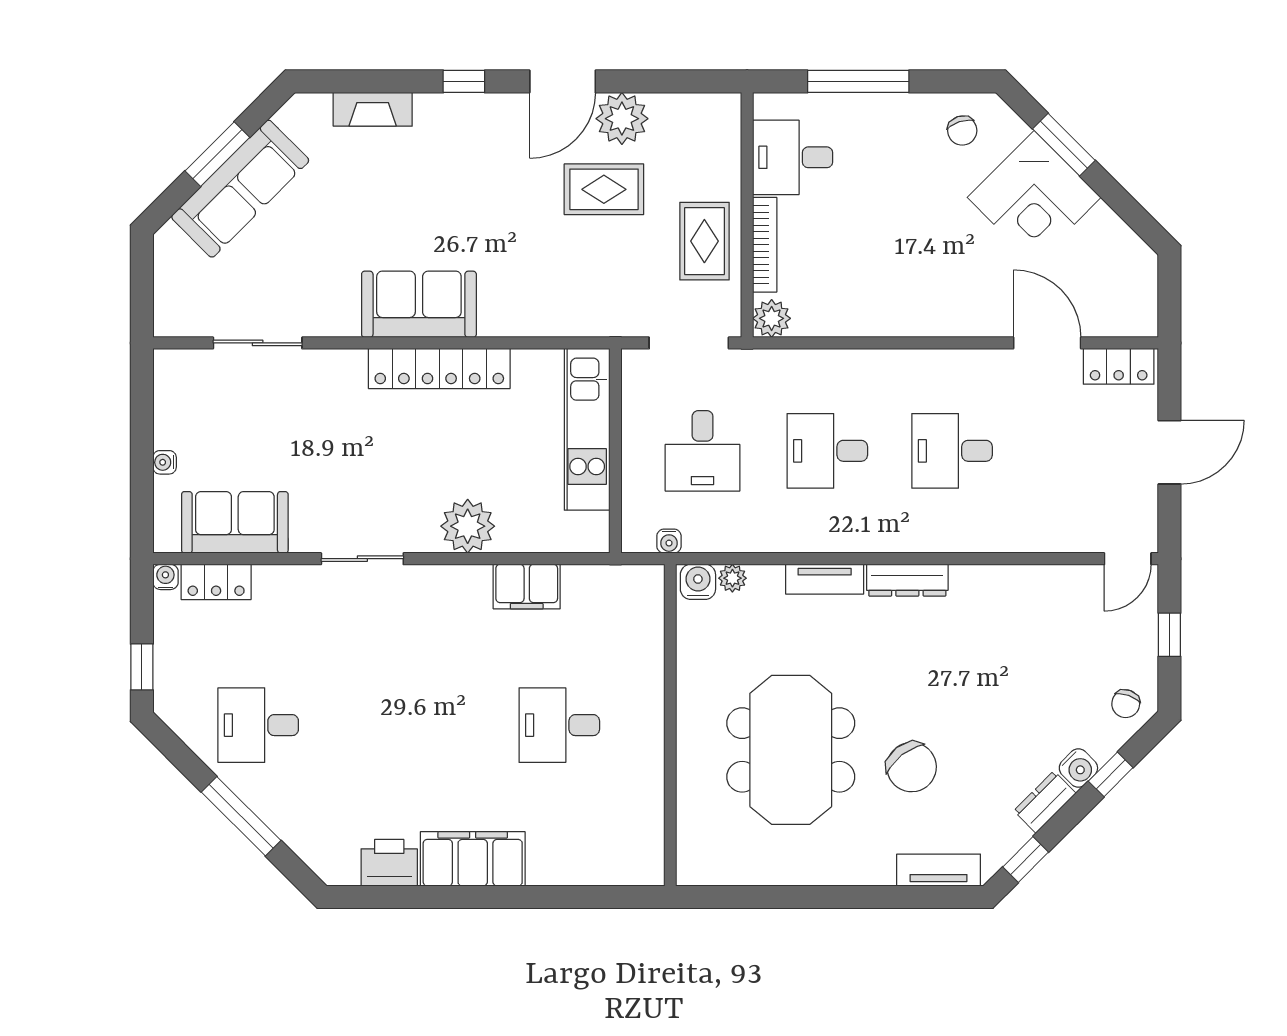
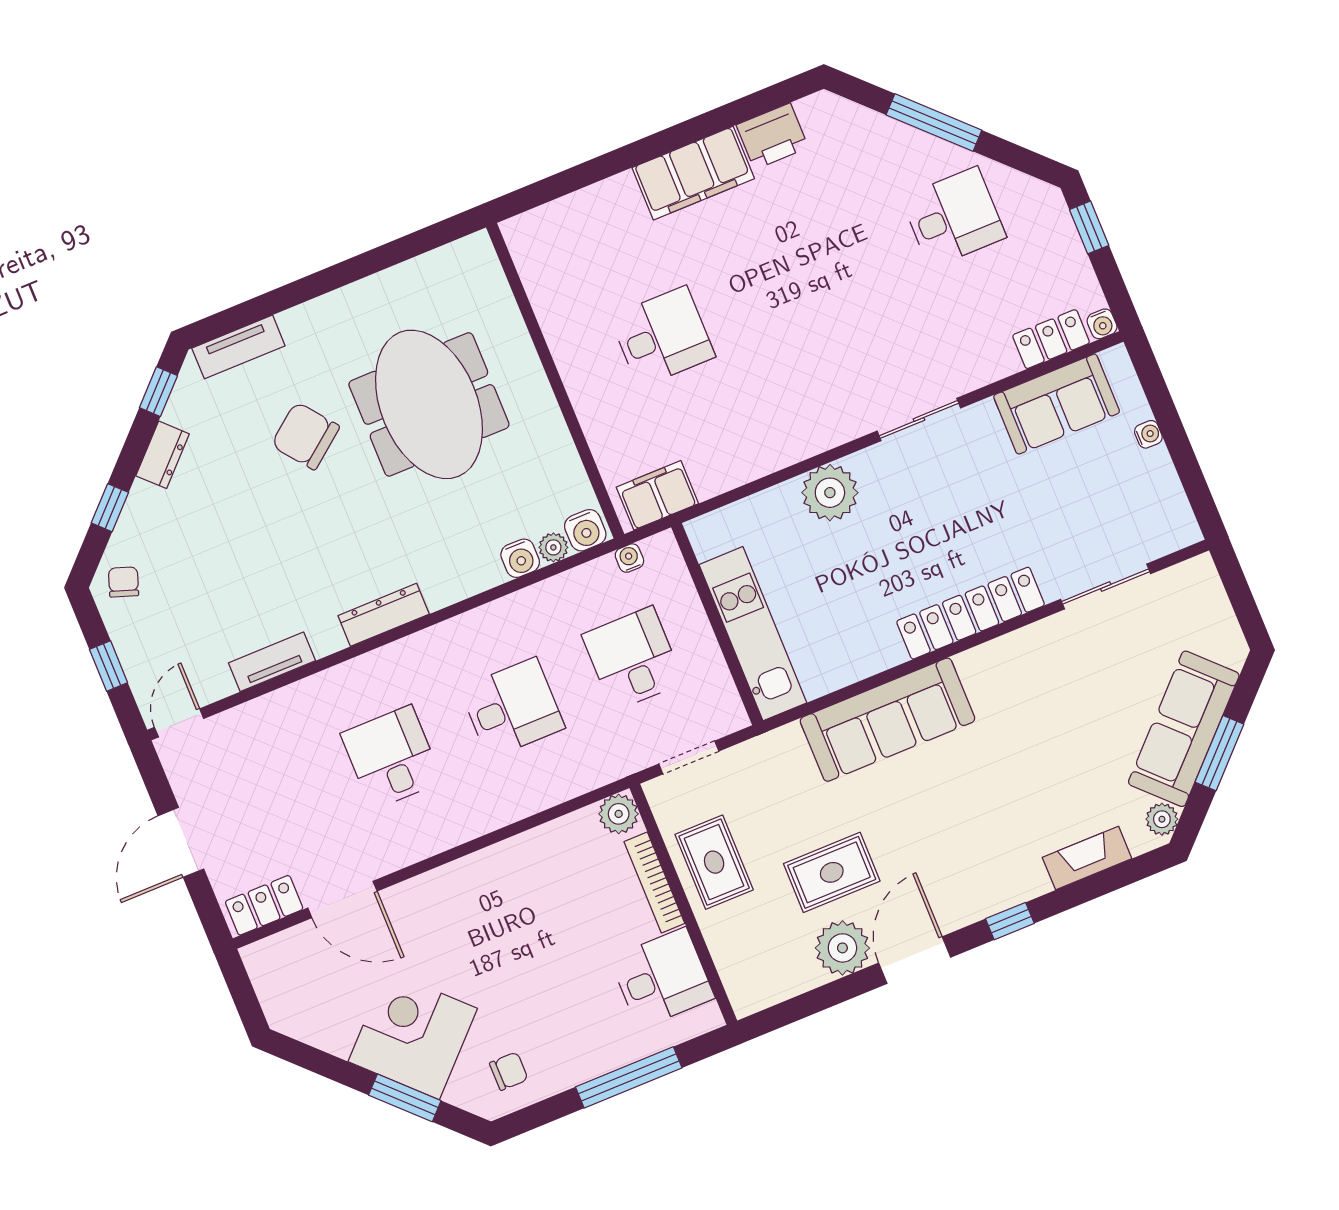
plant: (292, 116) -> (1162, 819), added
chair: (962, 131) -> (509, 1071), turned 108
sofa: (419, 304) -> (887, 720), moved, width x1.36
doorway: (689, 343) -> (689, 757), width x0.73
locker: (439, 368) -> (971, 613), moved
desk: (952, 451) -> (392, 758), turned -90
tv unit: (825, 579) -> (272, 662), moved
filing cabinet: (527, 587) -> (657, 495), moved
water cooler: (1078, 768) -> (520, 558), moved, turned -135

